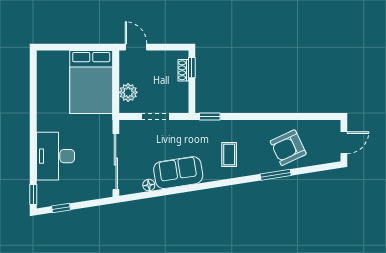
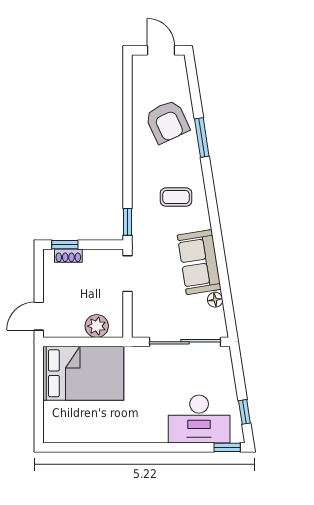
doorway: (155, 117) -> (127, 274), moved
desk: (55, 156) -> (199, 419), moved

